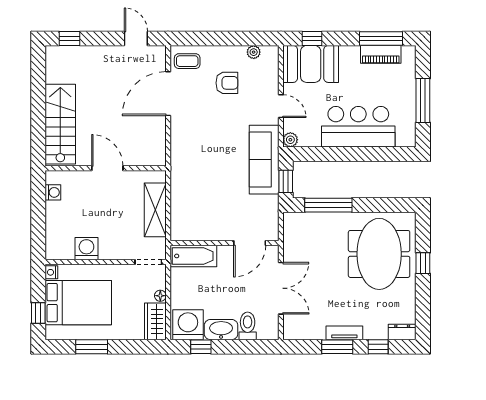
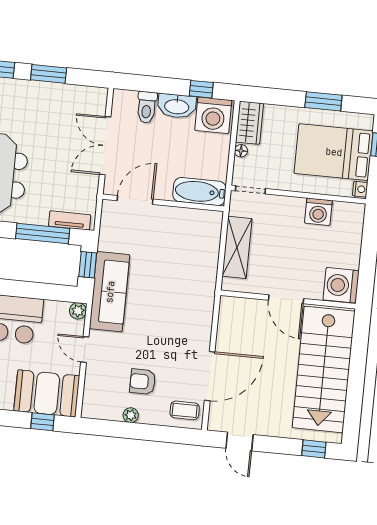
plant: (254, 52) -> (131, 415), moved
stairs: (60, 124) -> (324, 369), width x1.36, depth x1.51
washing machine: (53, 192) -> (341, 285), width x1.89, depth x1.89
tv unit: (344, 333) -> (70, 220), moved, turned 180

